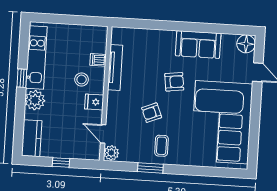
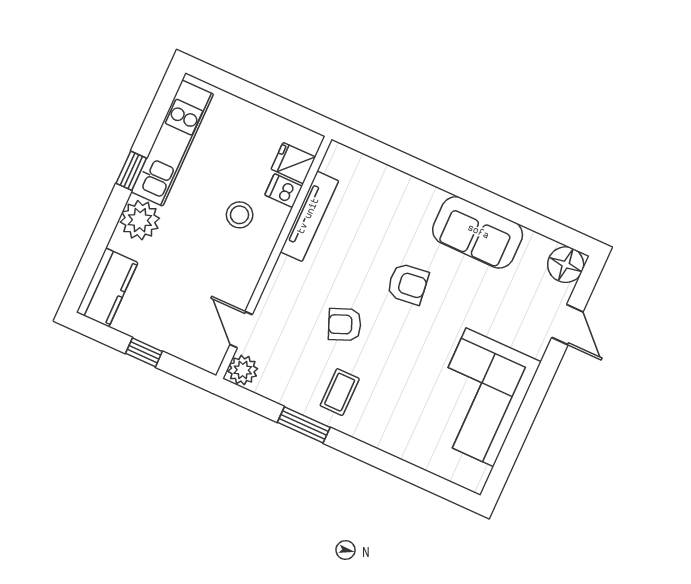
fridge: (94, 102) -> (293, 163), moved
corner sofa: (222, 122) -> (480, 397), width x0.73, depth x0.74

